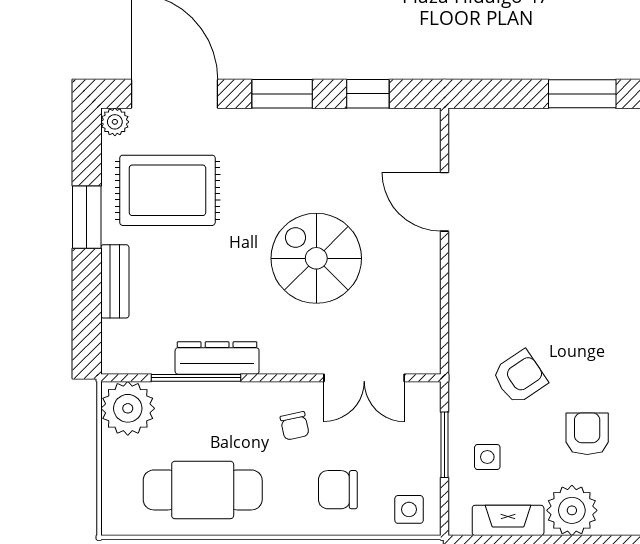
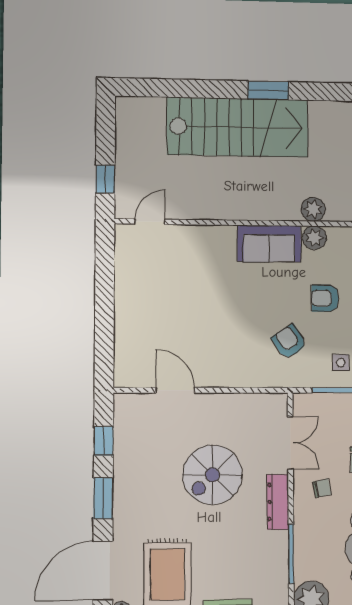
window: (582, 94) -> (104, 300), removed
door: (444, 202) -> (175, 390), swing flipped
dresser: (217, 358) -> (278, 502), moved

